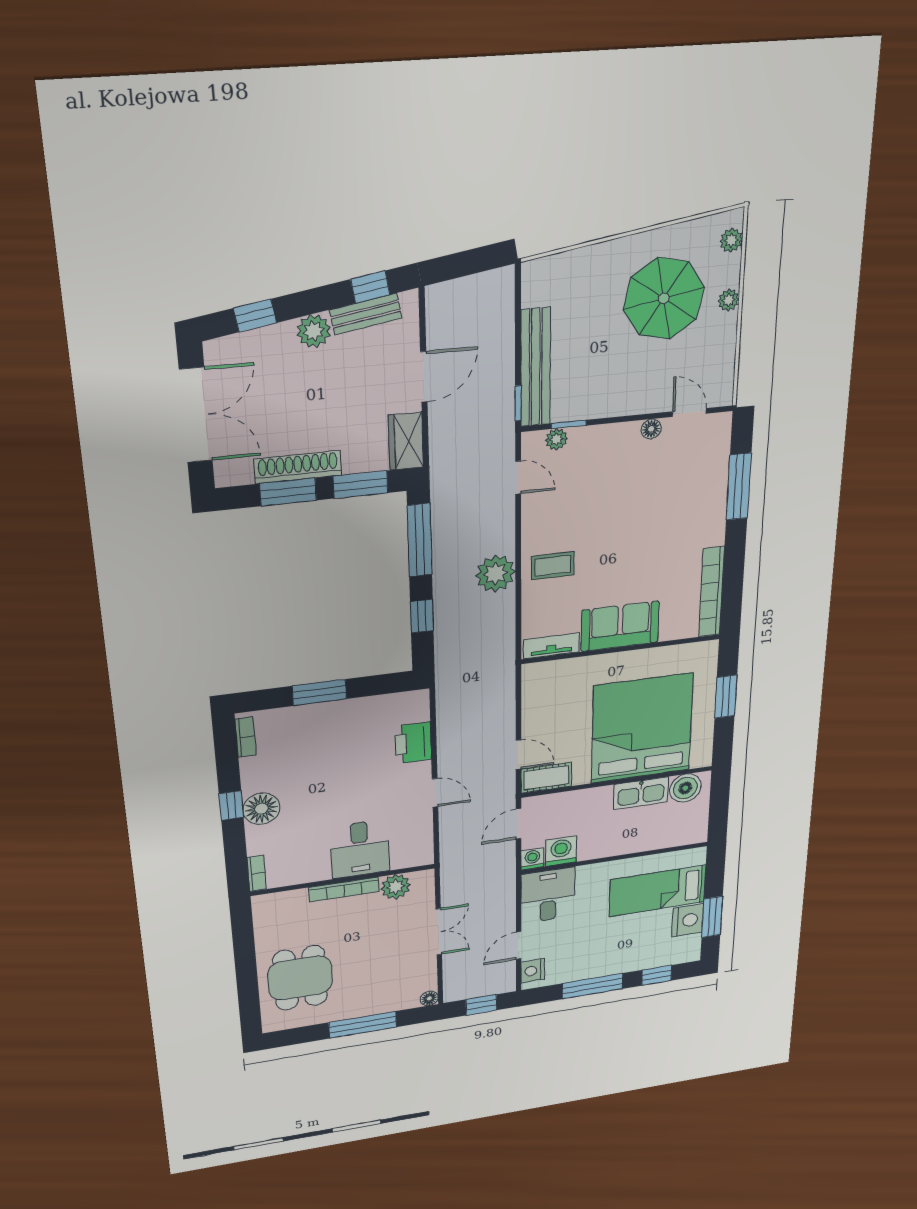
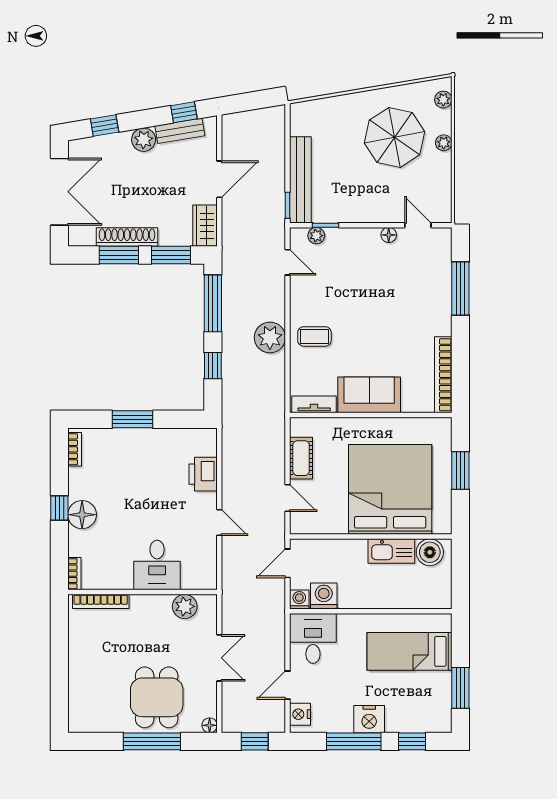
cot: (546, 778) -> (301, 458), moved, turned 90
bookcase: (344, 889) -> (101, 601), moved
nightstand: (688, 920) -> (369, 719), moved, turned 90
dining table: (300, 978) -> (157, 697), moved

